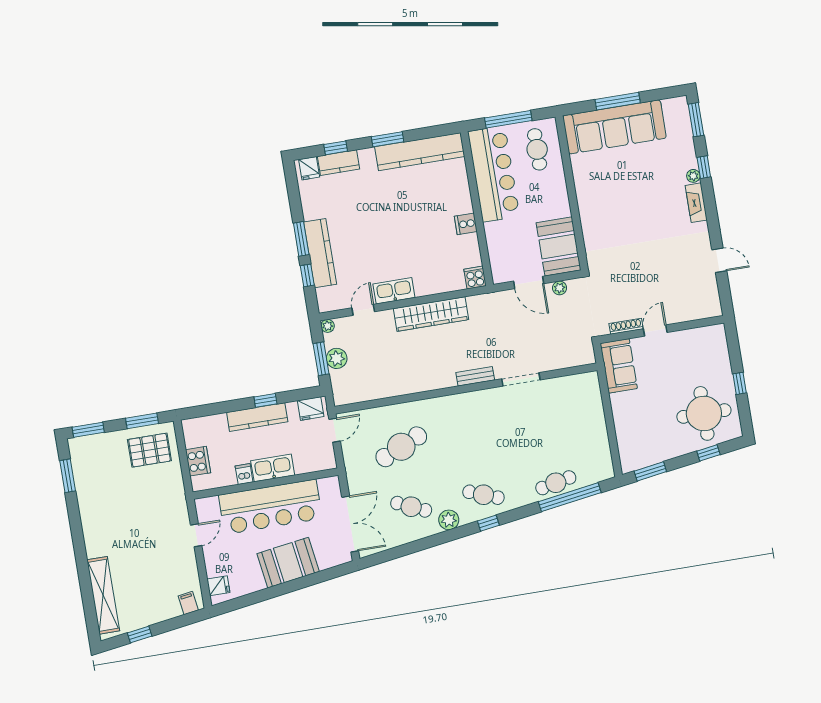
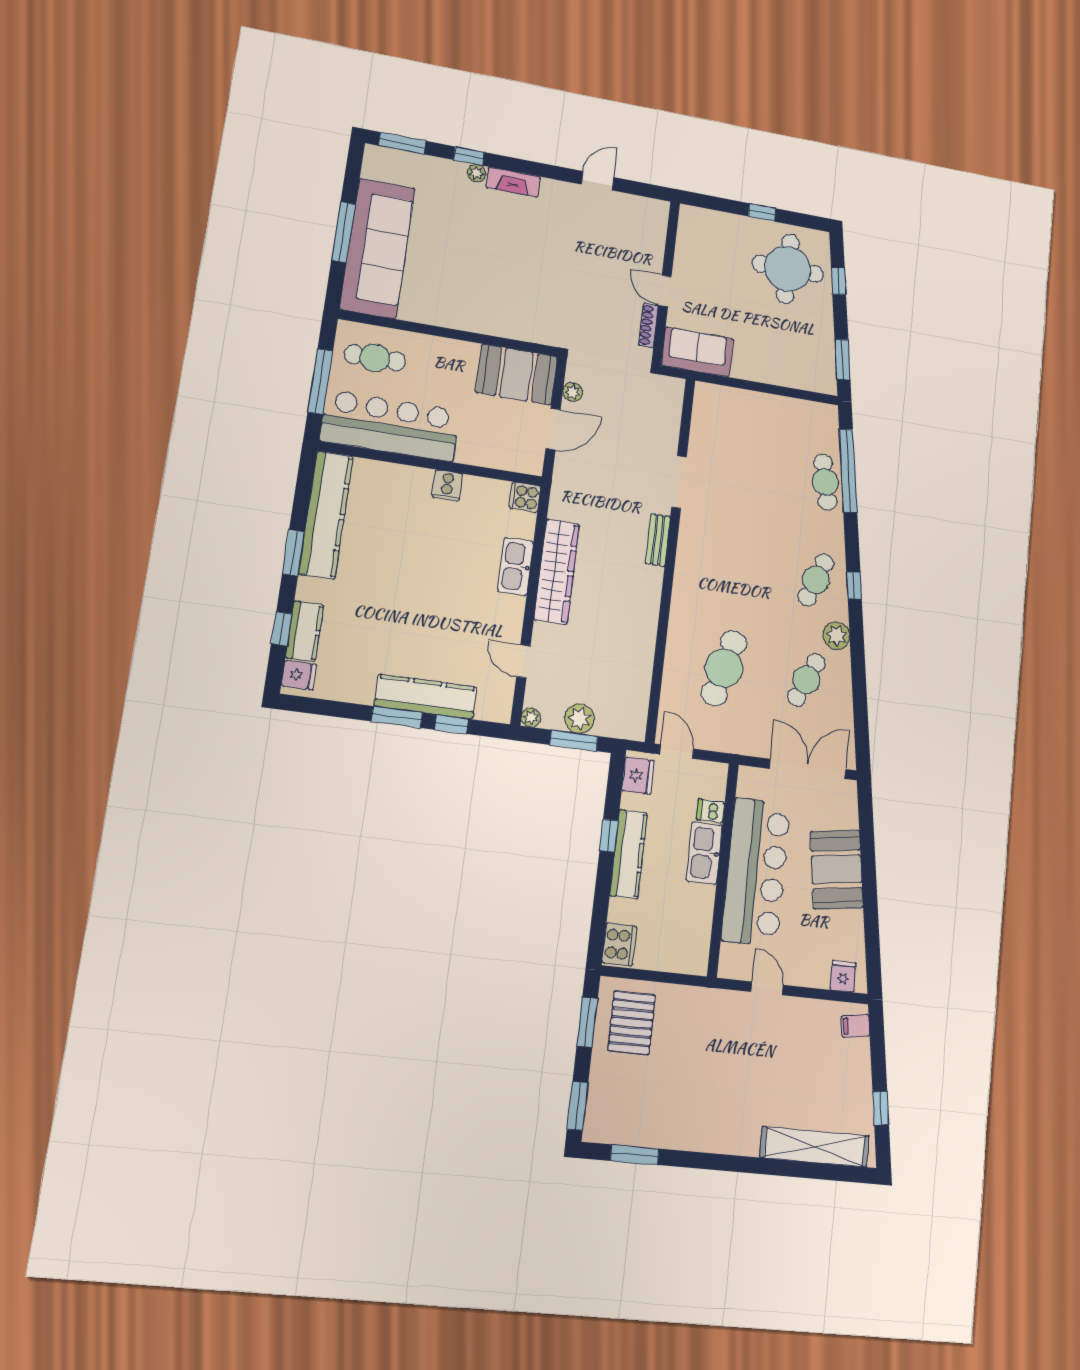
kitchen sink: (394, 291) -> (516, 566), moved
cafe table: (401, 447) -> (724, 668), turned 39
cooker: (198, 461) -> (619, 944), moved, turned 90
dishwasher: (244, 474) -> (711, 811), moved

